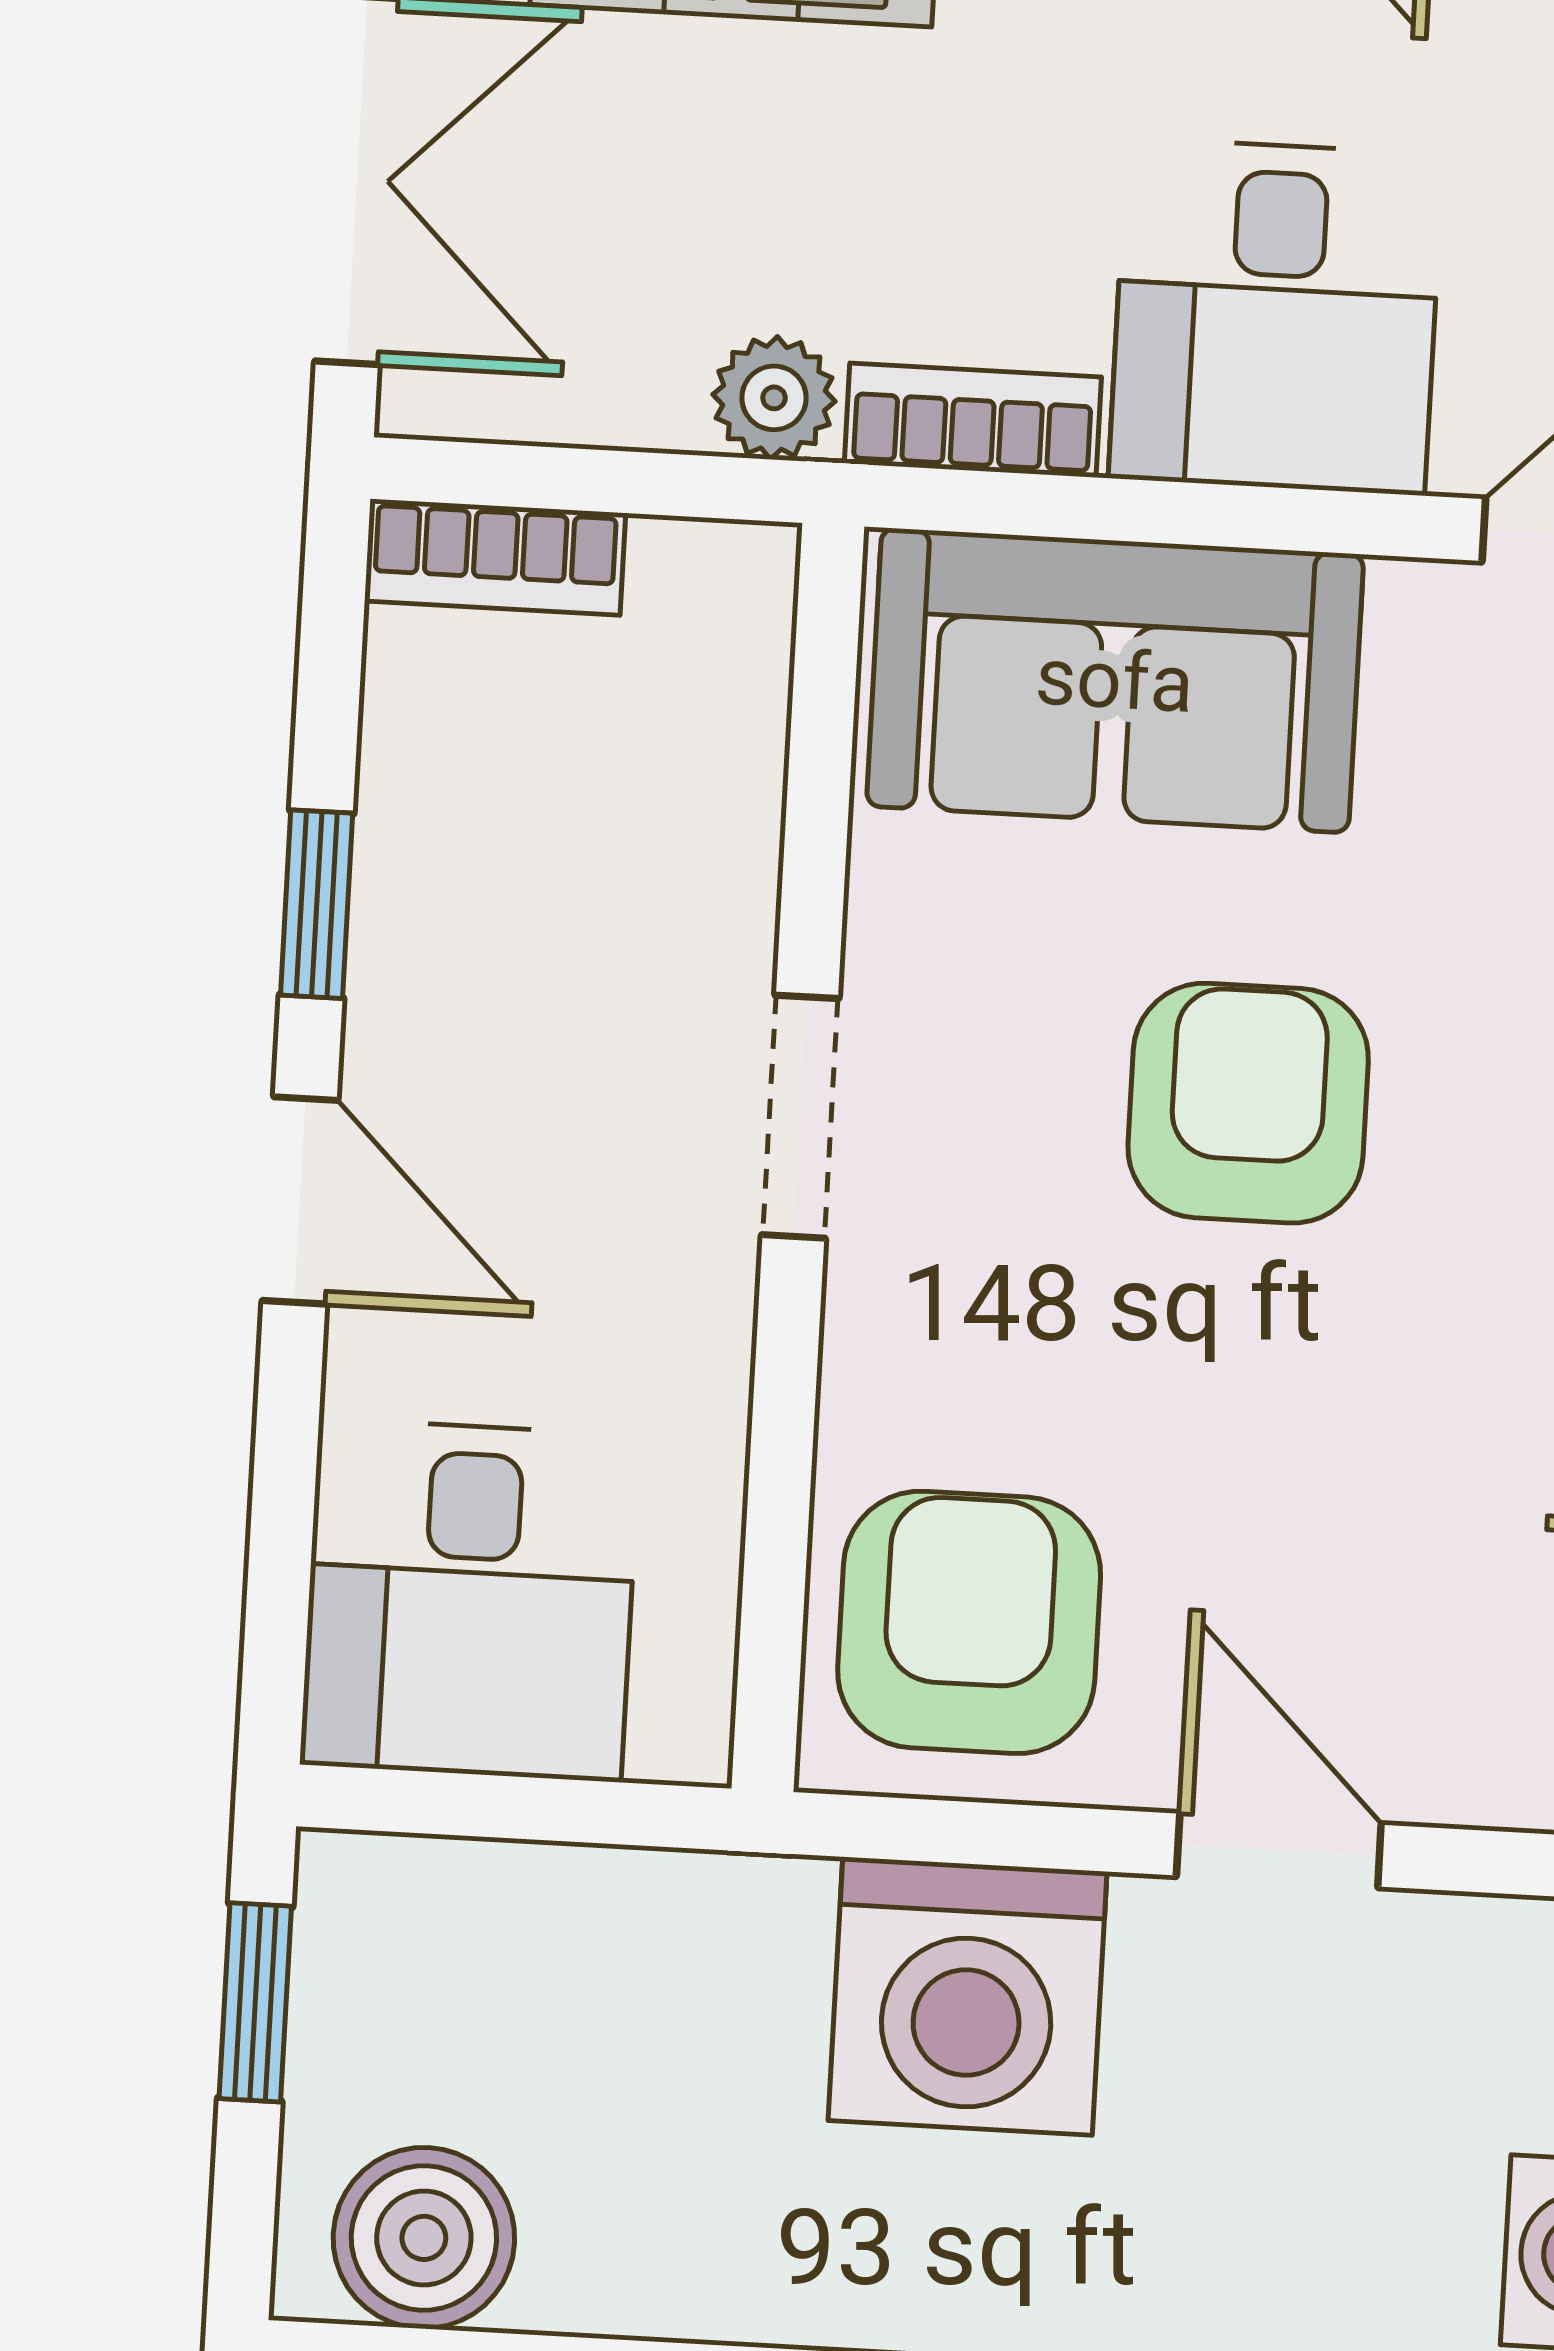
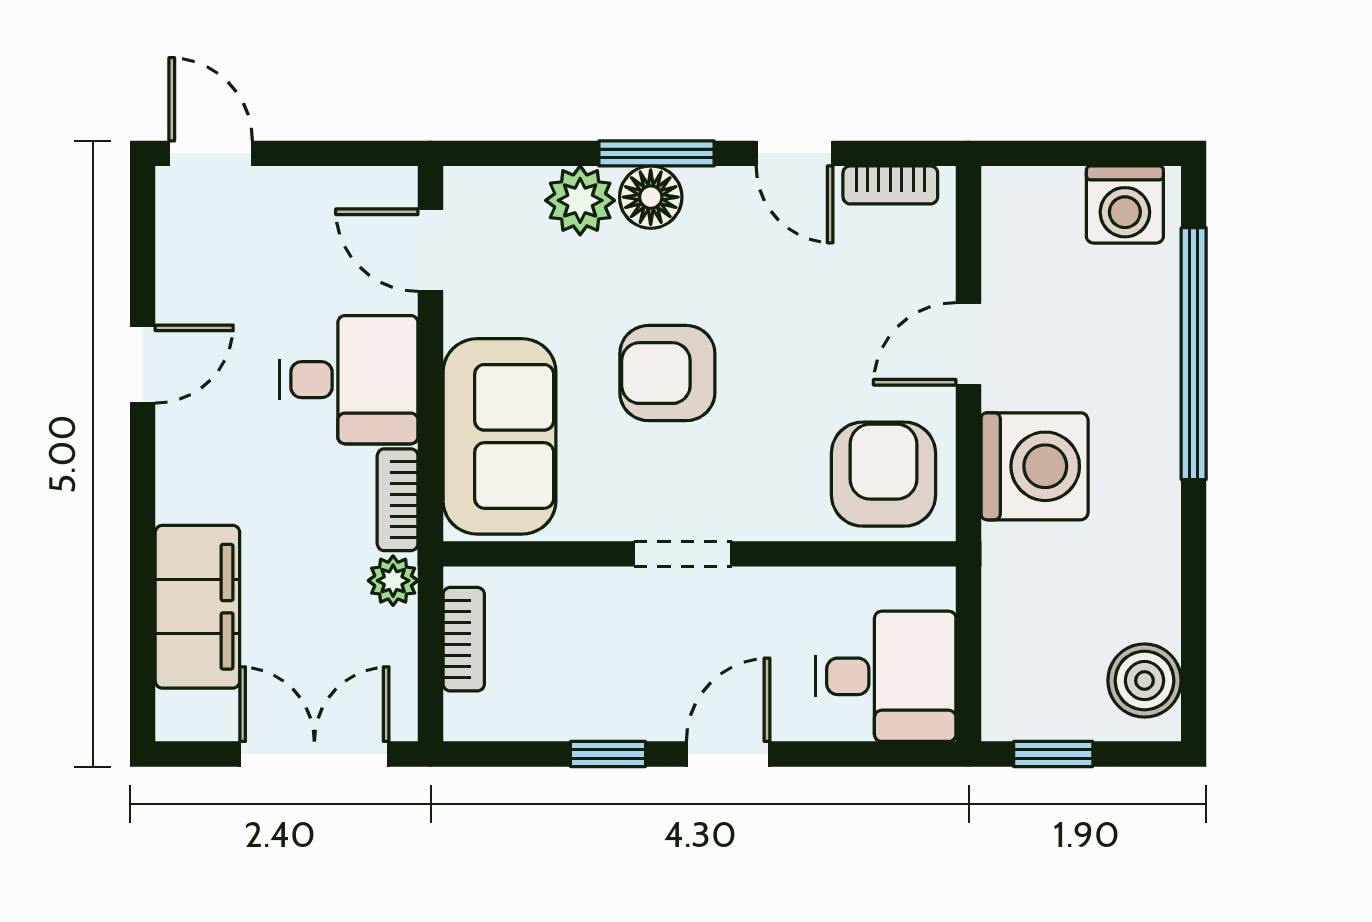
bookcase: (495, 557) -> (464, 639), moved
armchair: (969, 1622) -> (883, 474), turned 90

